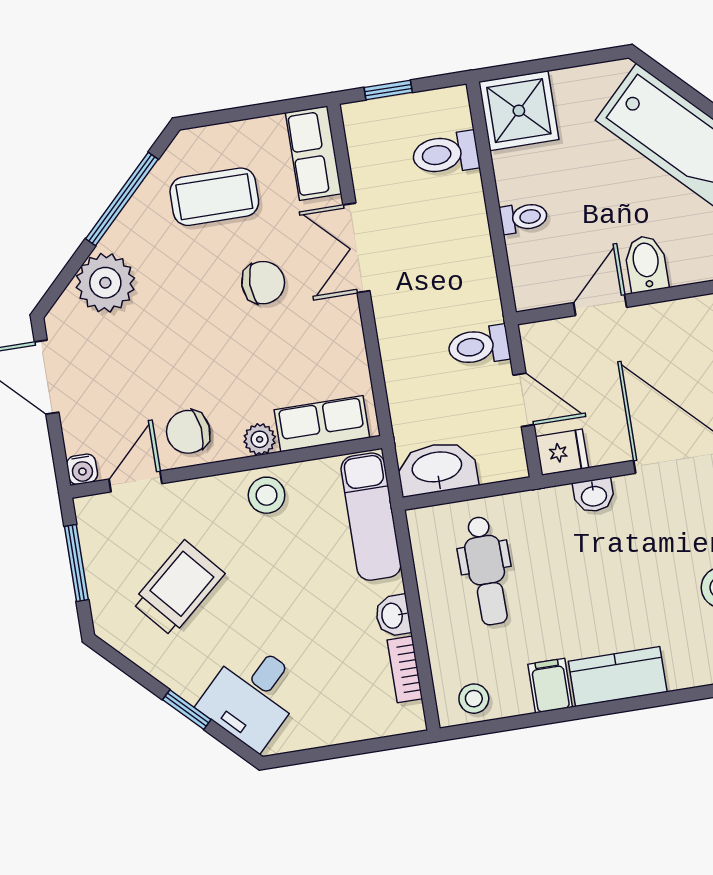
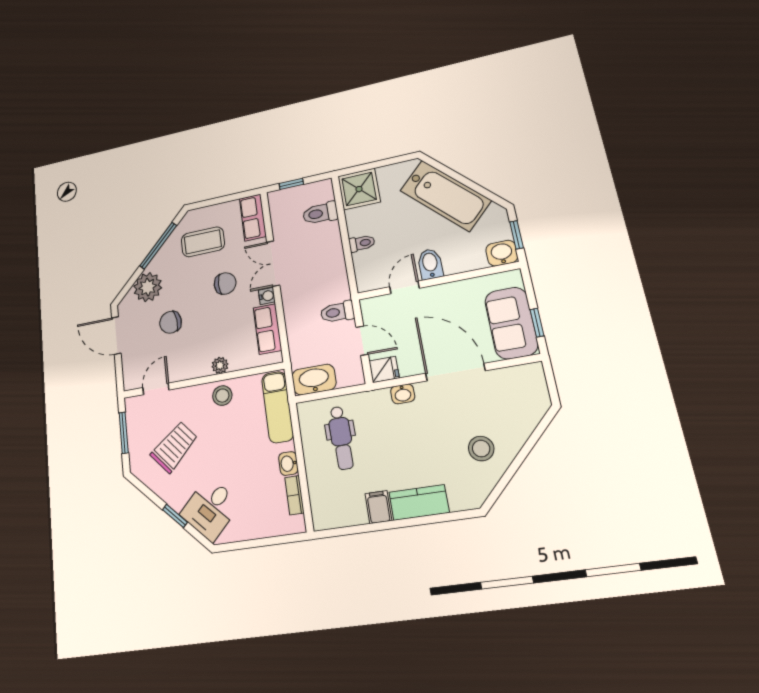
row of seats: (322, 424) -> (267, 329), moved, turned -90
chair: (188, 432) -> (171, 322), moved
water cooler: (82, 469) -> (267, 296), moved, turned -90
stool: (474, 699) -> (334, 514), removed

